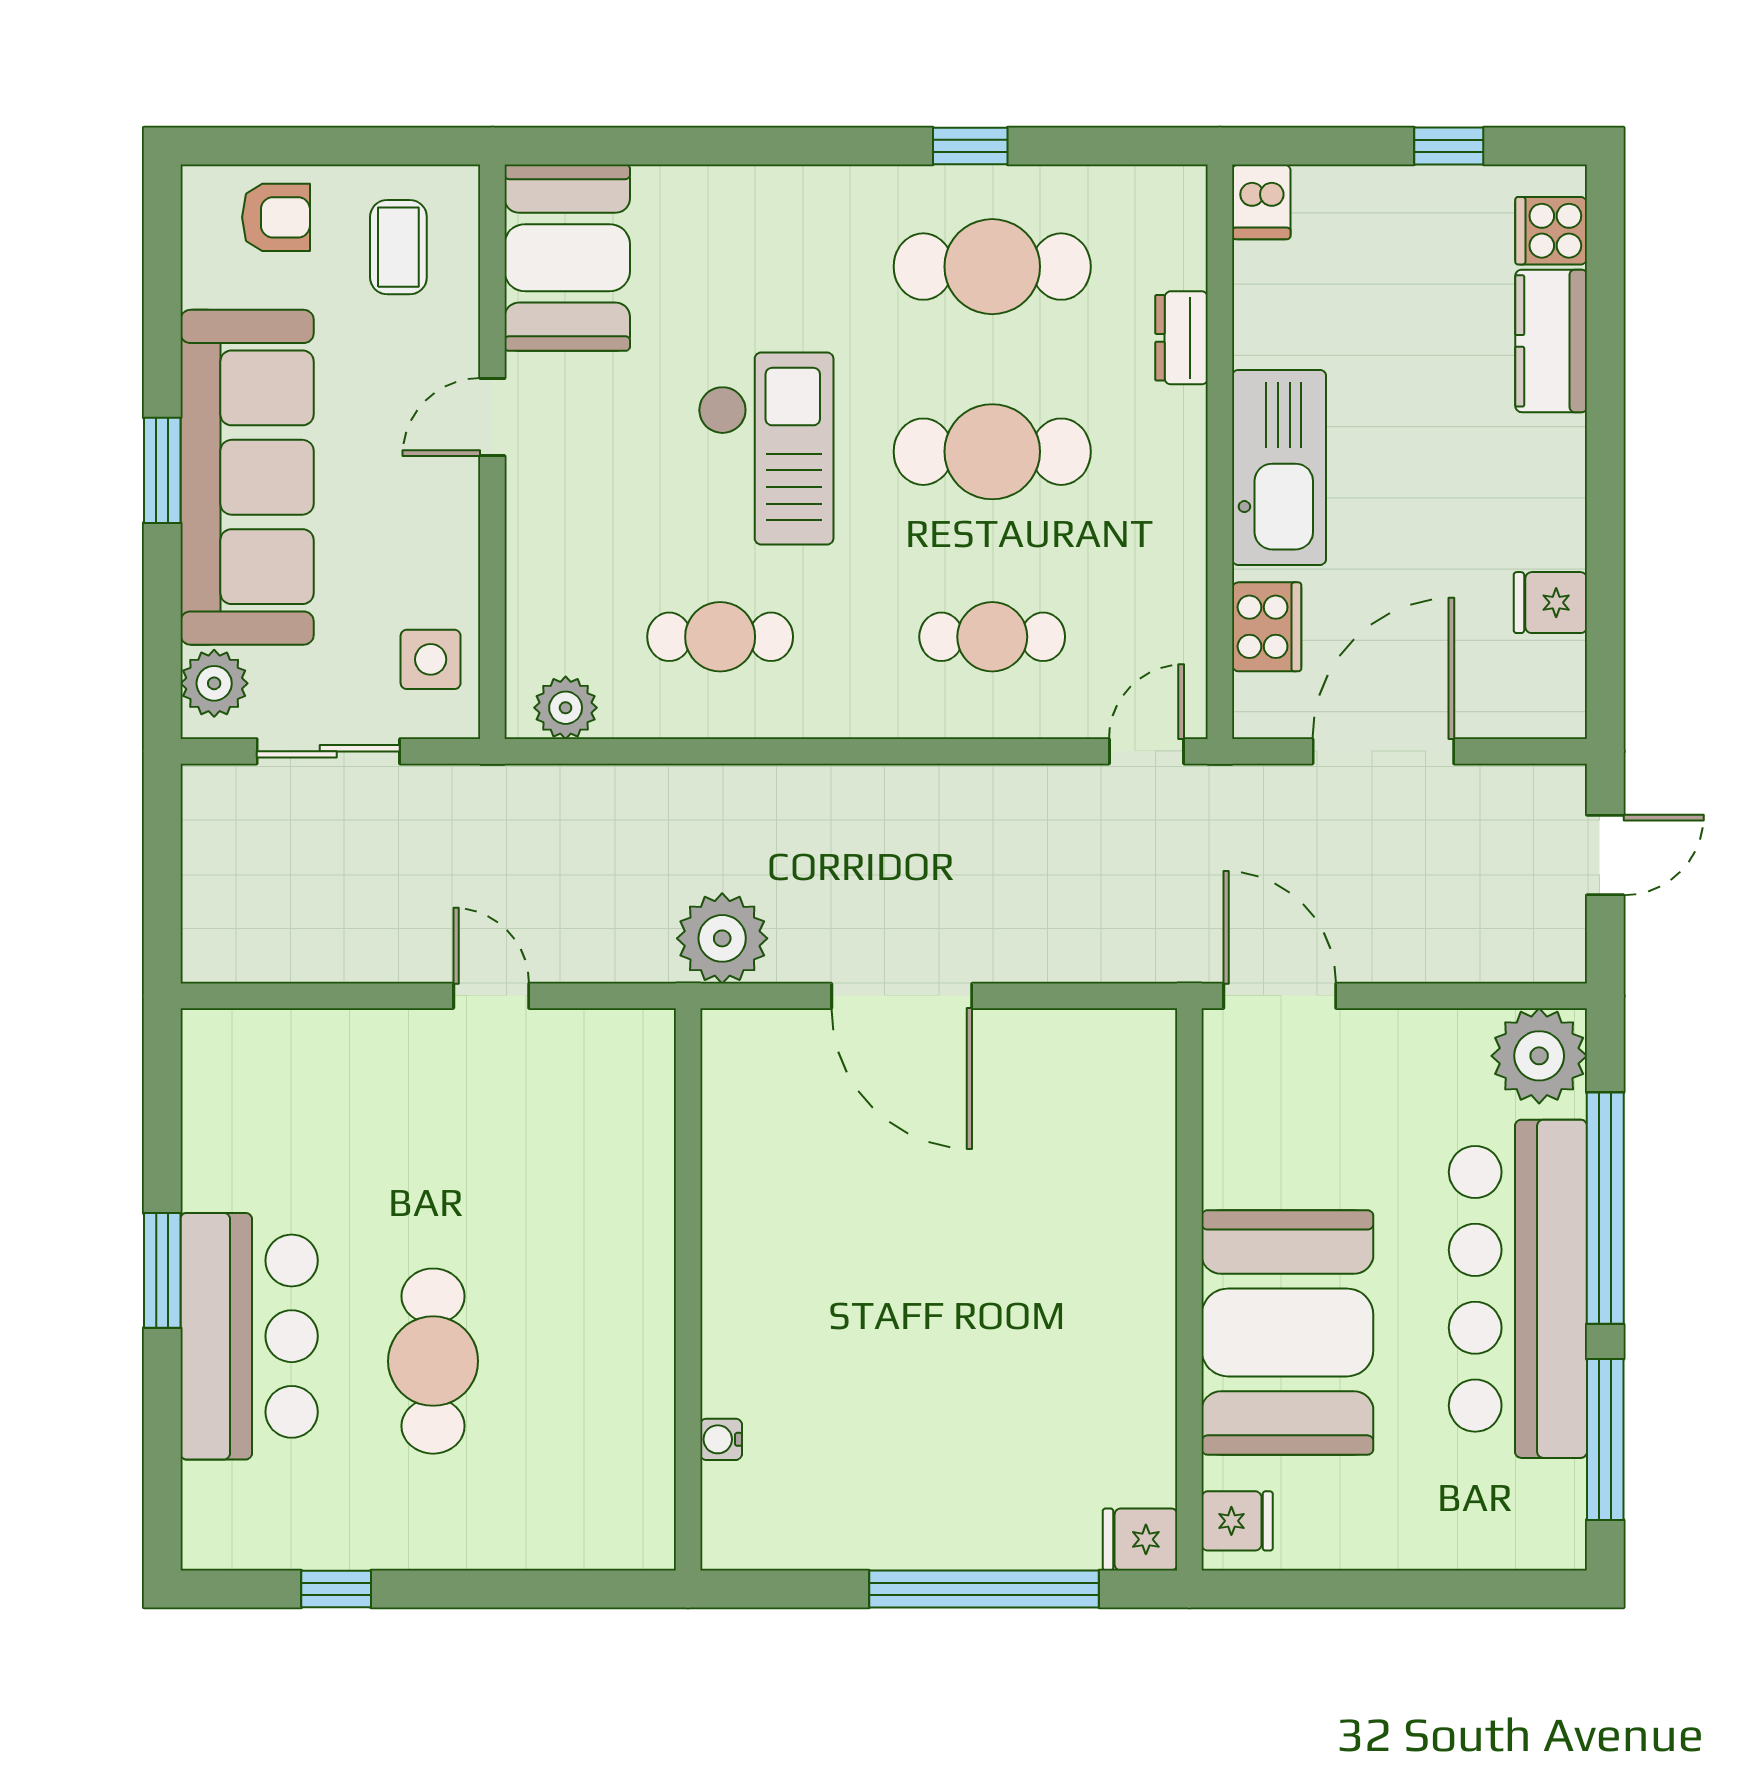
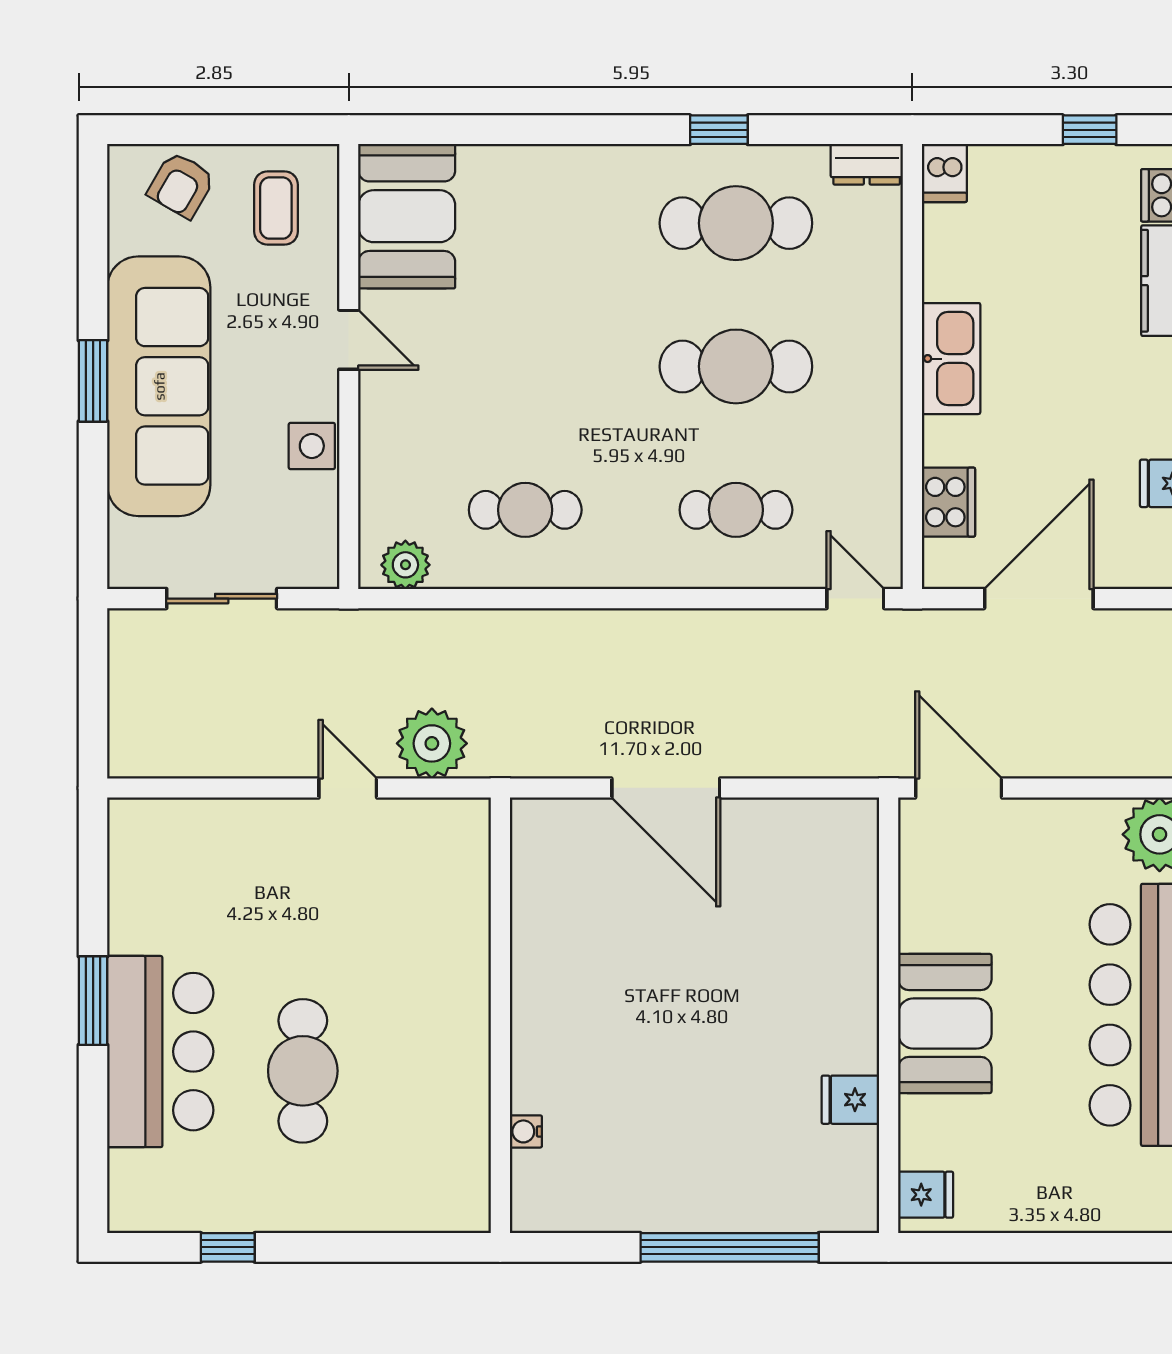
armchair: (276, 217) -> (181, 185), turned 120
dresser: (1182, 338) -> (867, 164), moved, turned -90
door: (492, 417) -> (349, 340), swing flipped
checkout: (766, 448) -> (560, 364), removed
kitchen sink: (1279, 467) -> (951, 359), width x0.73, depth x0.81
side table: (431, 659) -> (312, 446), moved
plant: (214, 683) -> (133, 546), removed
door: (1146, 751) -> (855, 599), hinge flipped
plant: (722, 938) -> (432, 743), moved
booth: (1287, 1332) -> (945, 1024), width x0.73, depth x0.70
fridge: (1140, 1539) -> (850, 1100), moved

